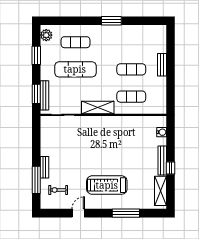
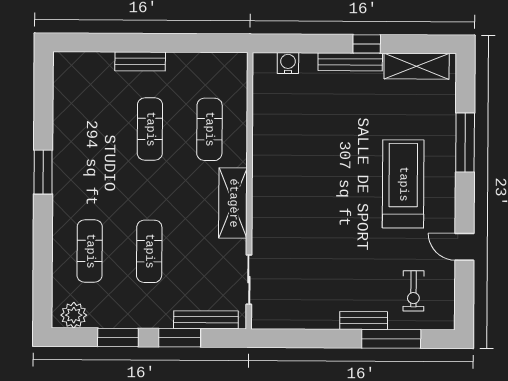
exercise mat: (75, 69) -> (149, 251), width x0.73, depth x0.69
window: (36, 94) -> (180, 338), moved
treadmill: (107, 185) -> (403, 184), turned 180

